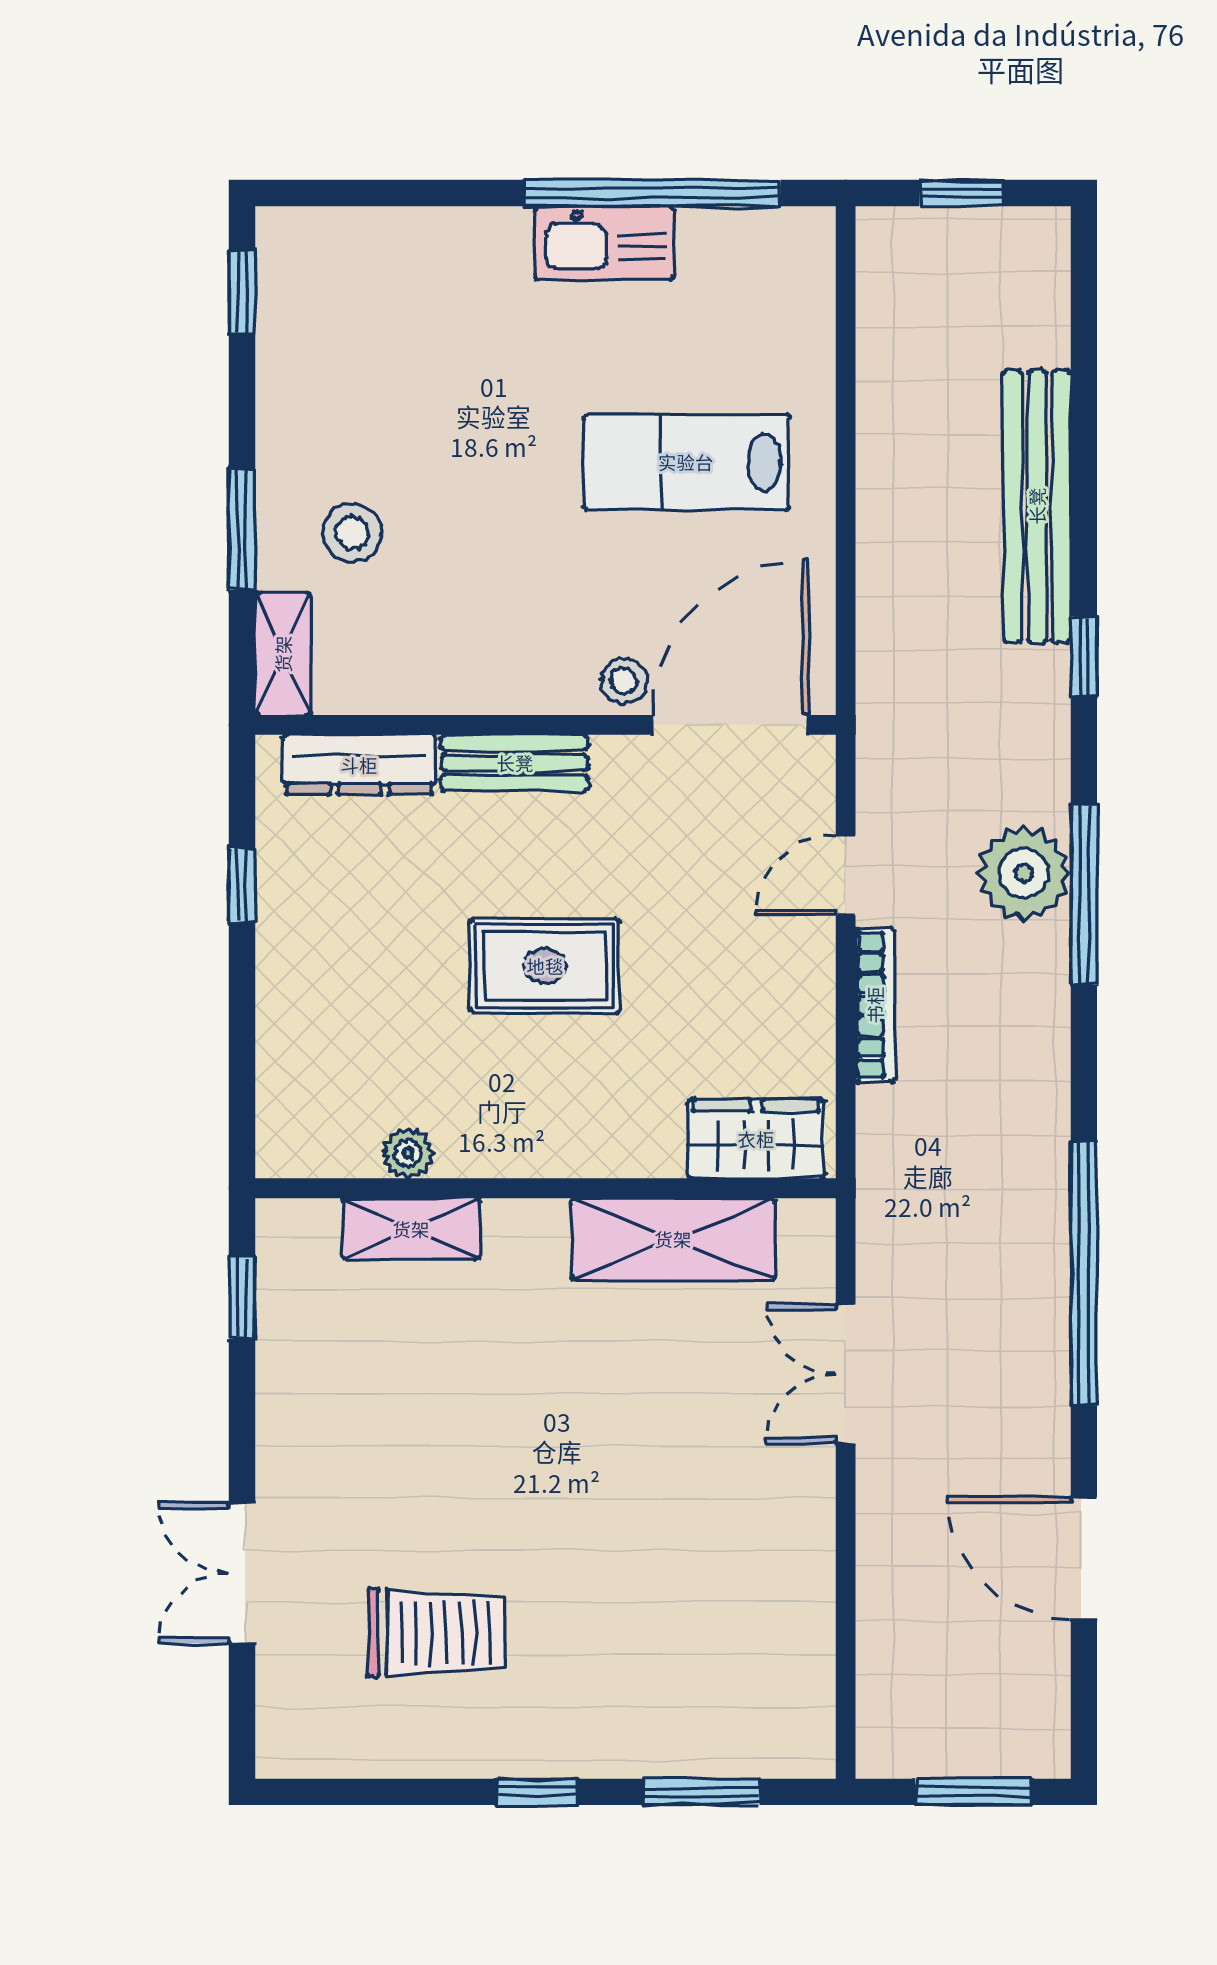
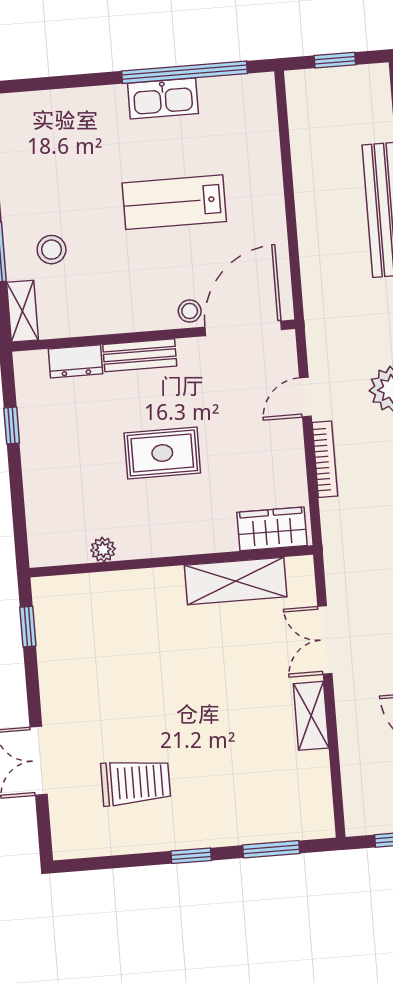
lab bench: (686, 462) -> (174, 202), moved
dresser: (359, 765) -> (75, 361), width x0.70
shelving: (411, 1229) -> (311, 716), moved, turned 90

